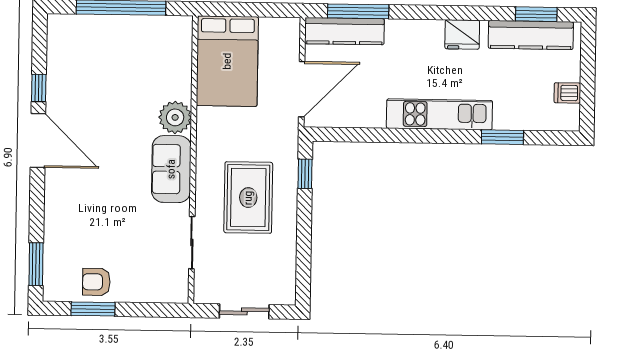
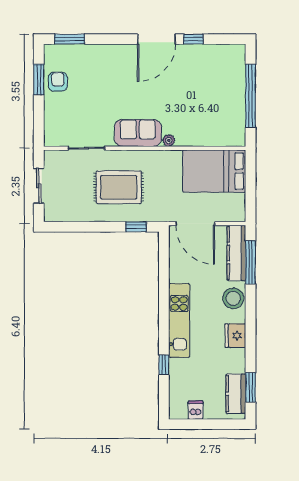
kitchen counter: (531, 35) -> (236, 394), width x0.67
stool: (409, 37) -> (233, 298), added
plant: (175, 117) -> (169, 140), width x0.53, depth x0.53
window: (502, 137) -> (164, 365), width x0.67

